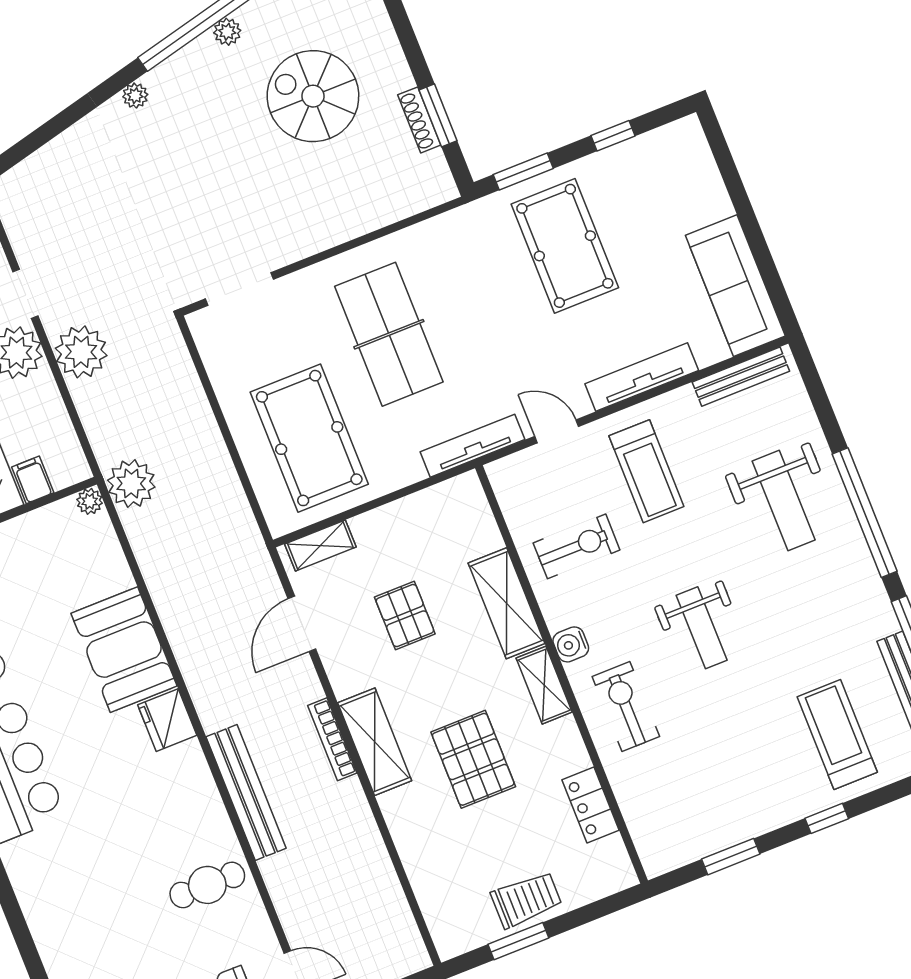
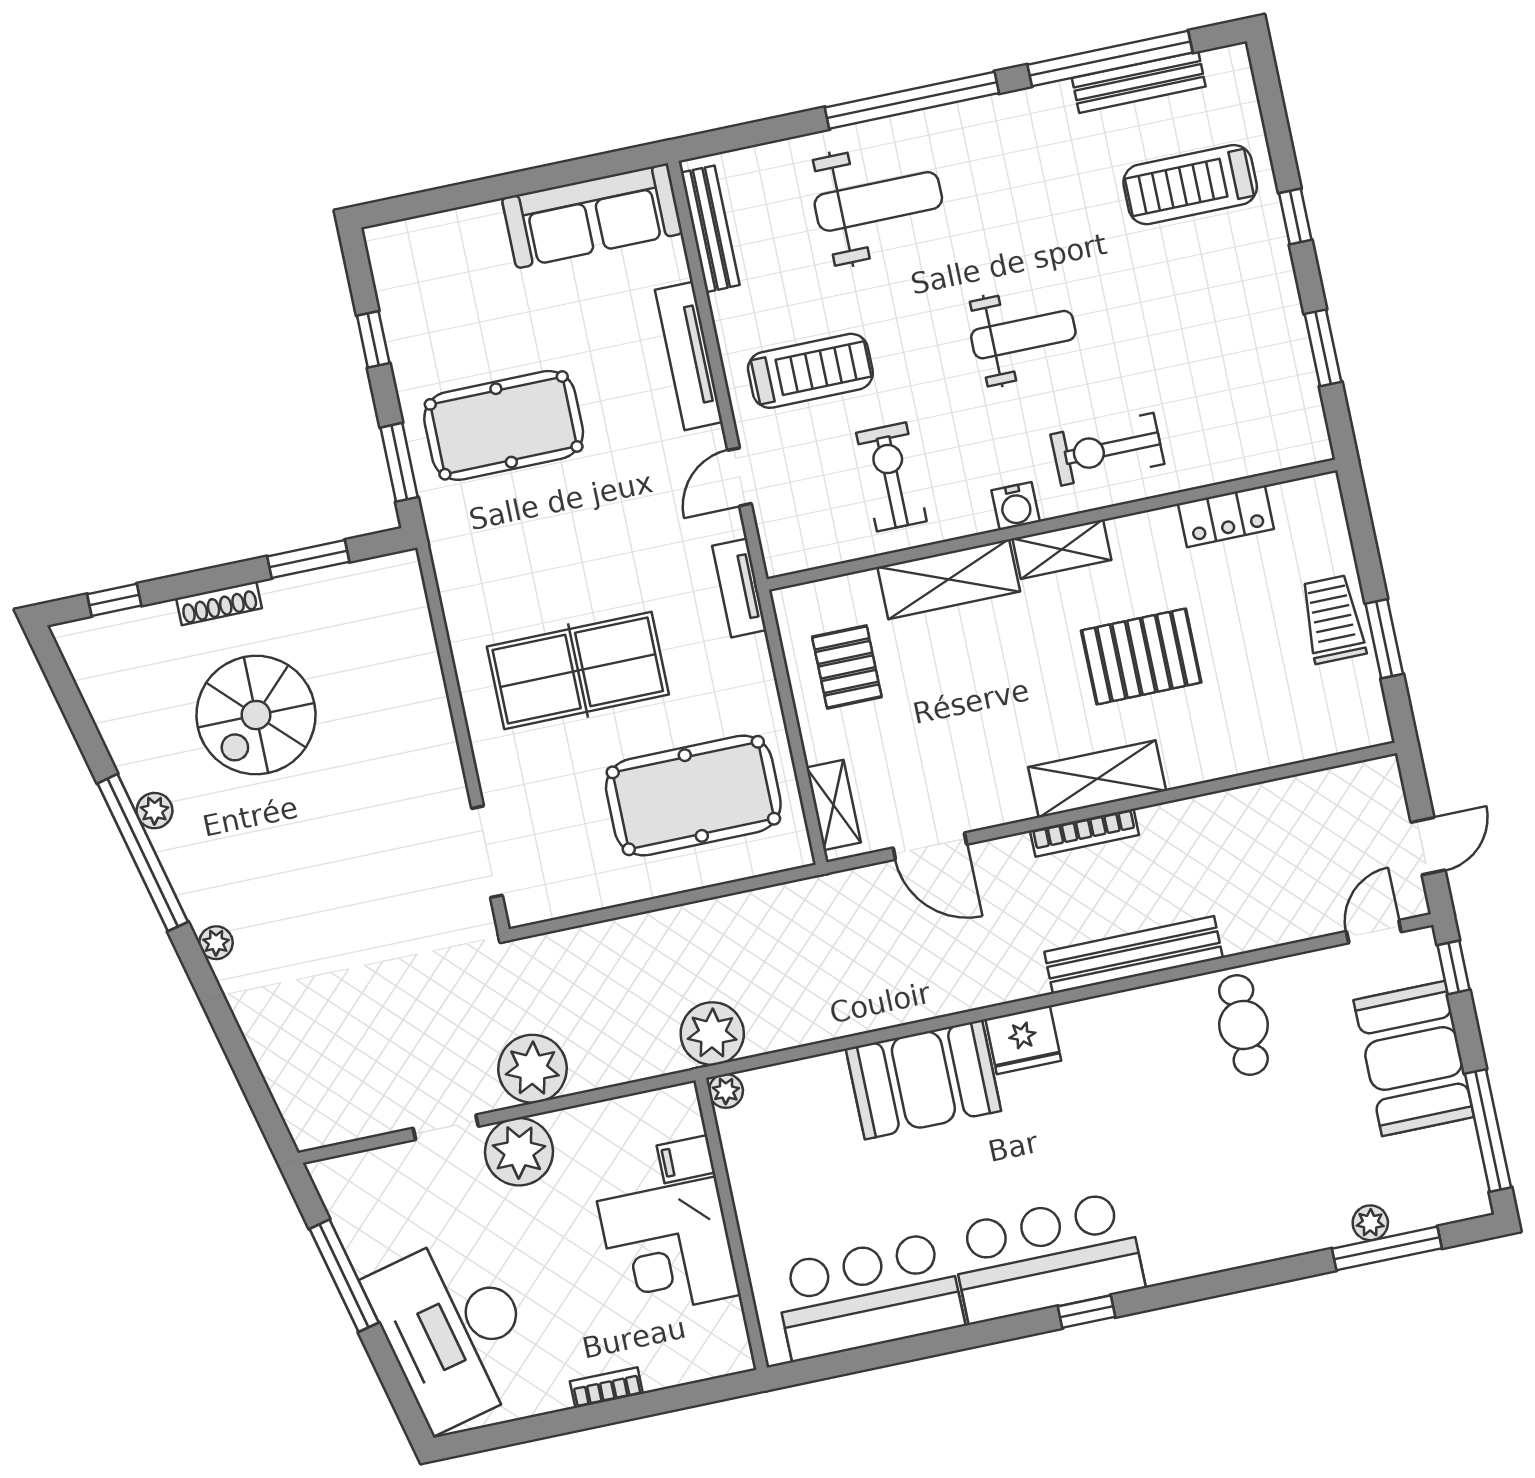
shoe rack: (419, 120) -> (219, 603), moved
tv unit: (473, 446) -> (739, 588), width x0.71
pallet: (405, 616) -> (847, 667), moved, turned 90

